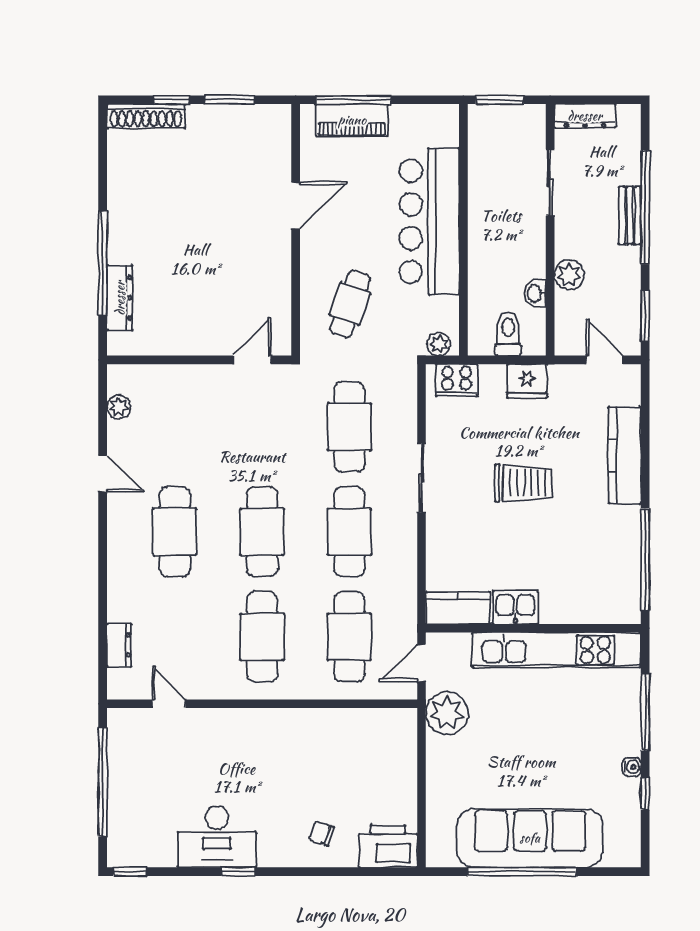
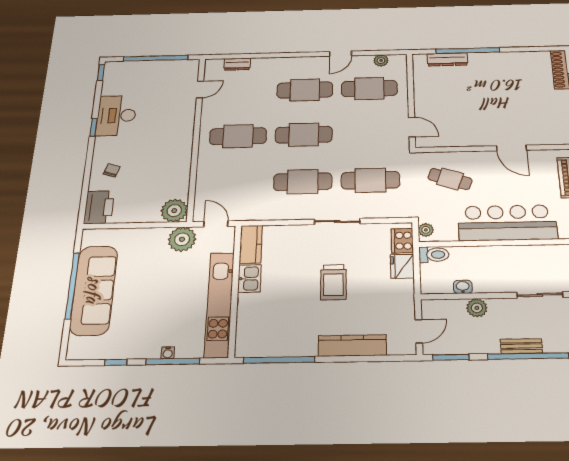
toilet: (508, 334) -> (434, 255), moved
fridge: (527, 381) -> (402, 266), moved
cafe table: (349, 637) -> (369, 88), moved
plant: (397, 729) -> (174, 211), added
water cooler: (632, 767) -> (168, 353), moved

